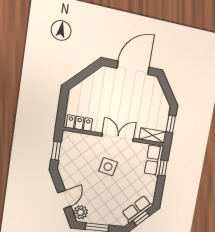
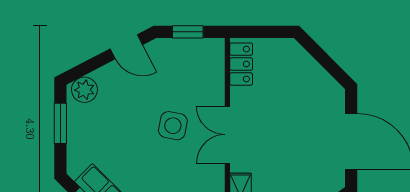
double door: (118, 137) -> (227, 135), swing flipped
door: (64, 200) -> (126, 47), moved

